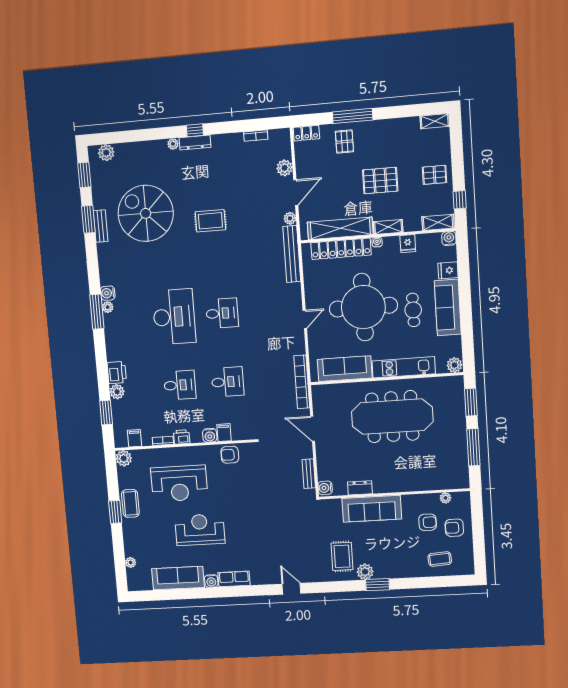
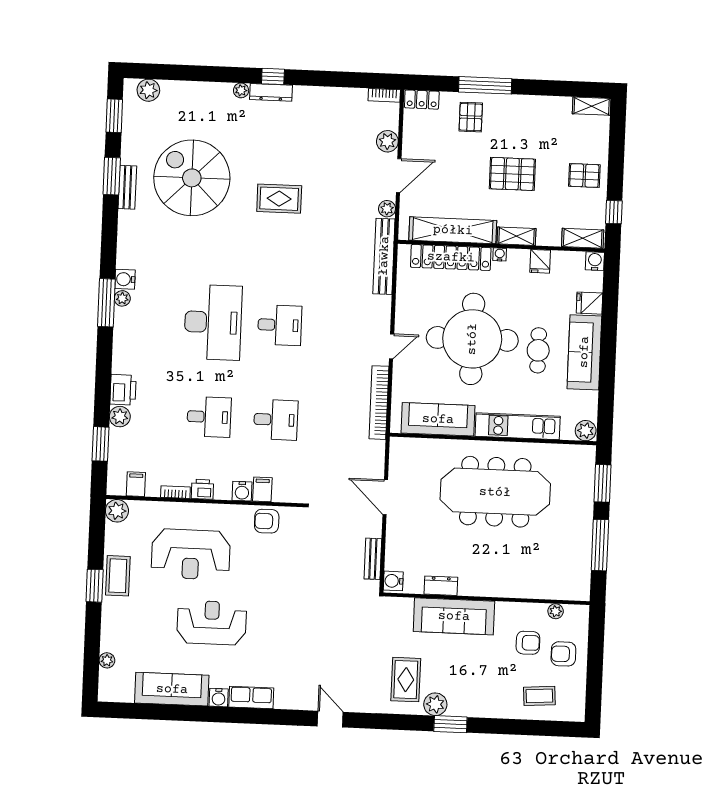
bookcase: (256, 136) -> (384, 95), moved
bookcase: (302, 382) -> (379, 403), moved

